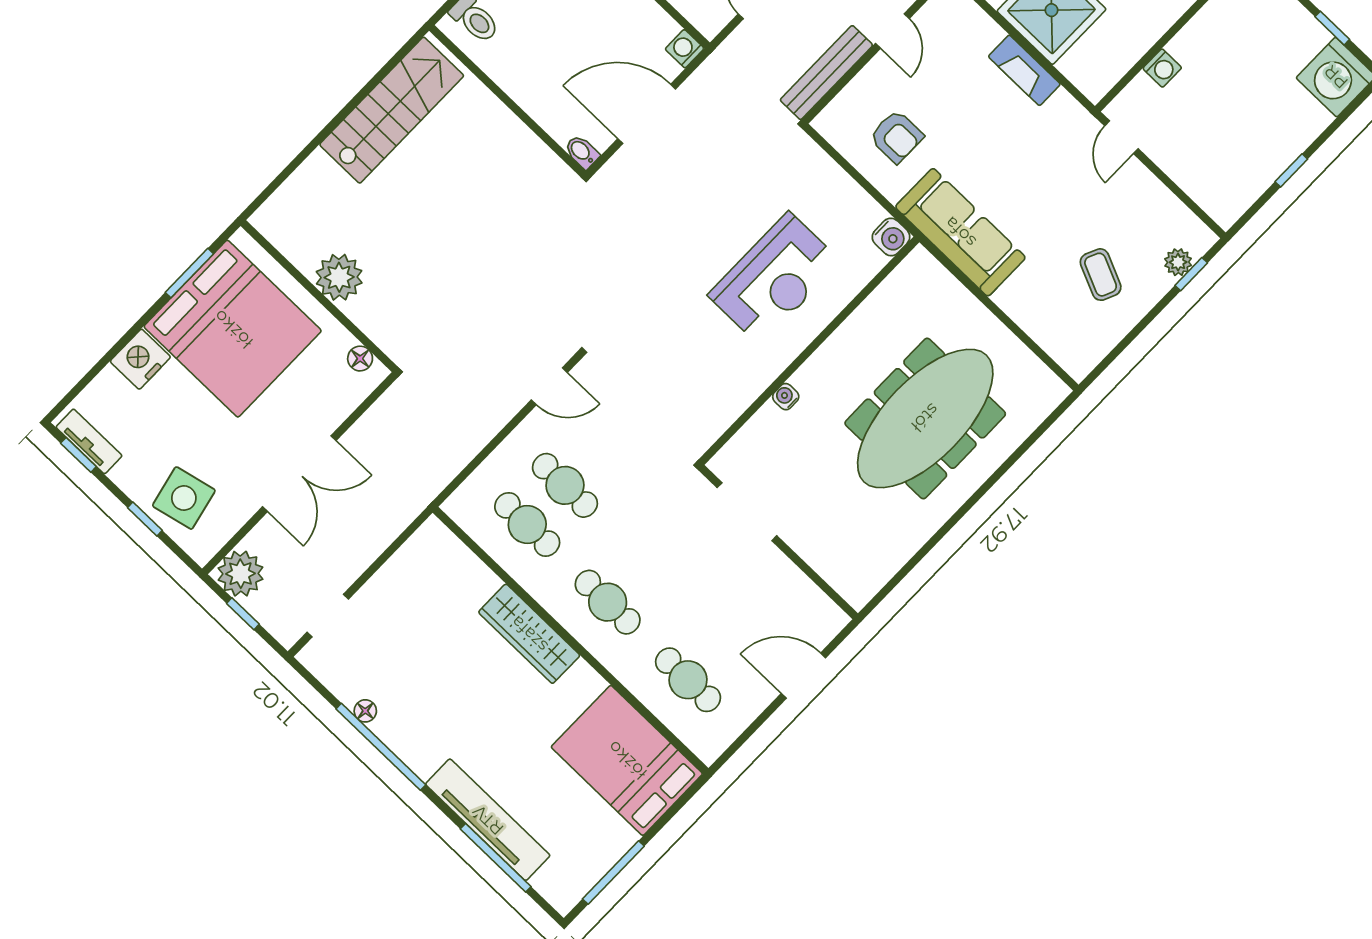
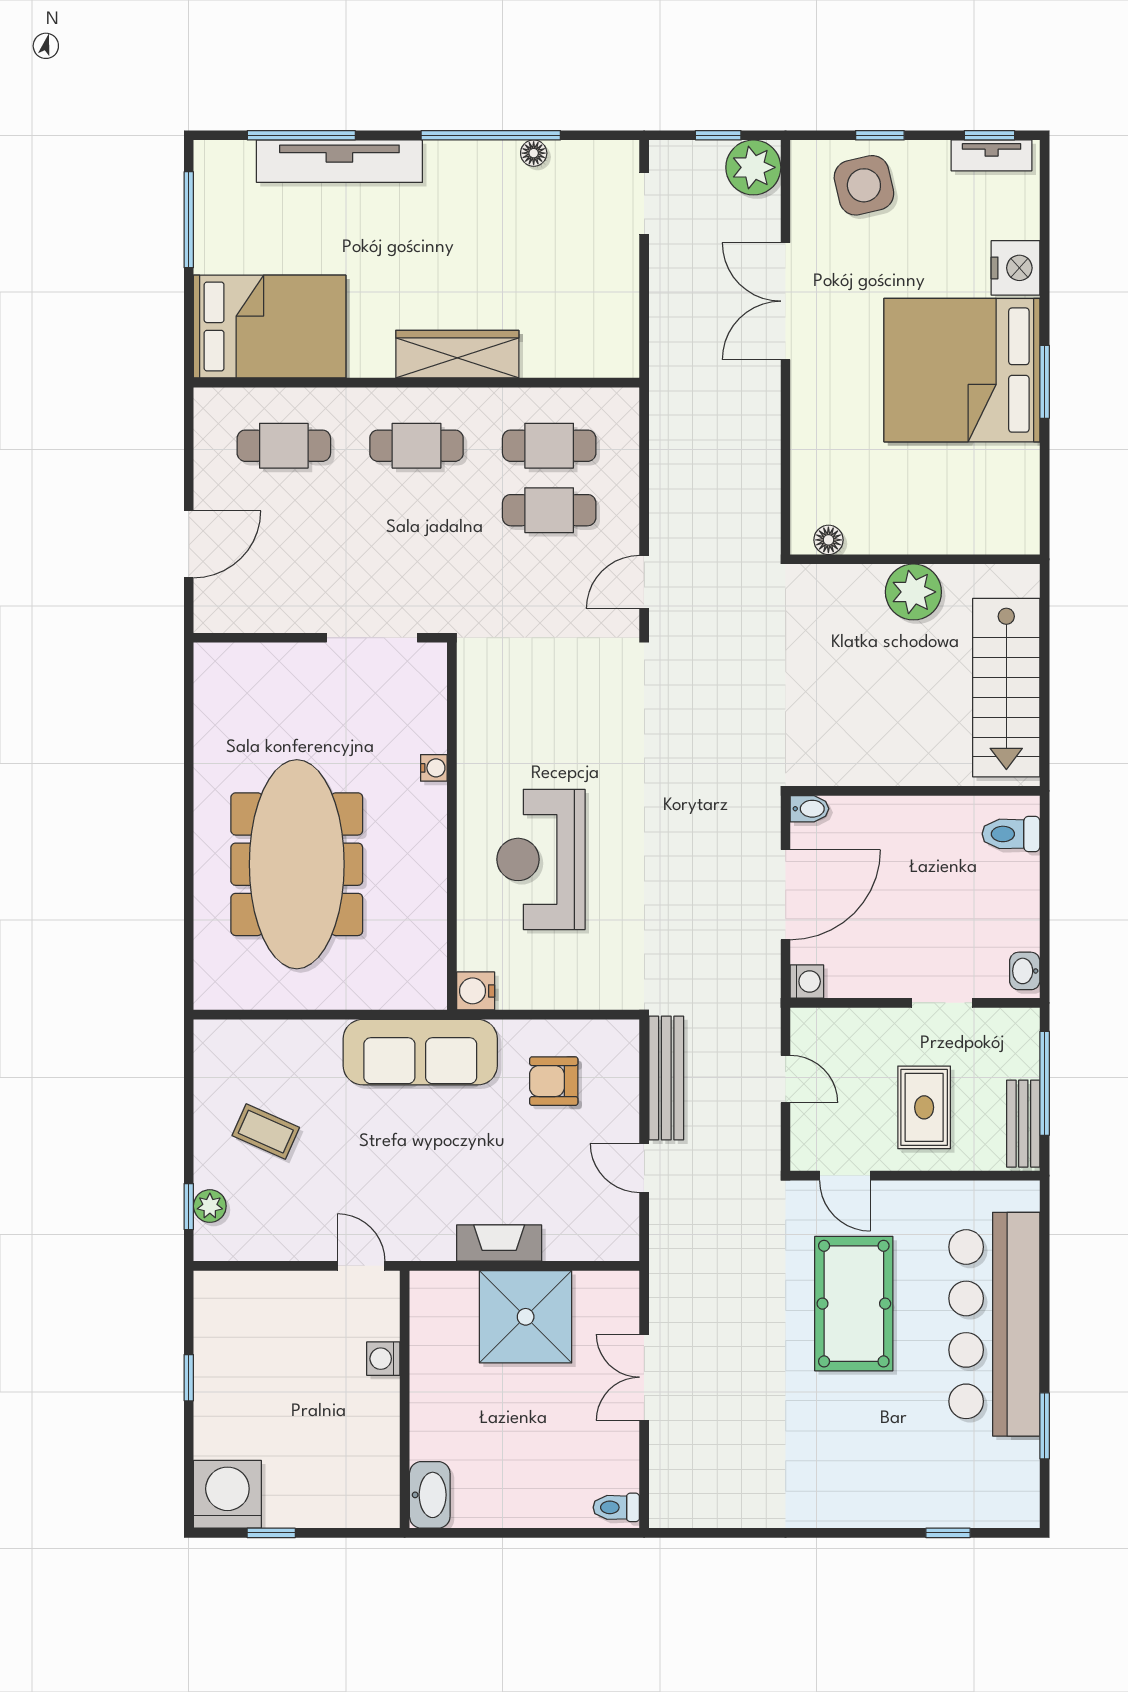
plant: (339, 277) -> (913, 592), moved
wall: (319, 296) -> (915, 559), moved
floor lamp: (360, 359) -> (828, 540), moved

